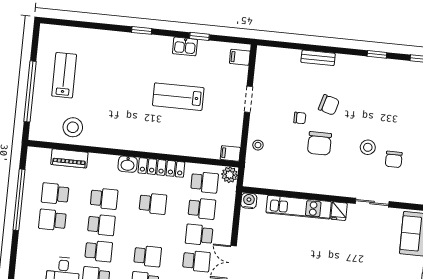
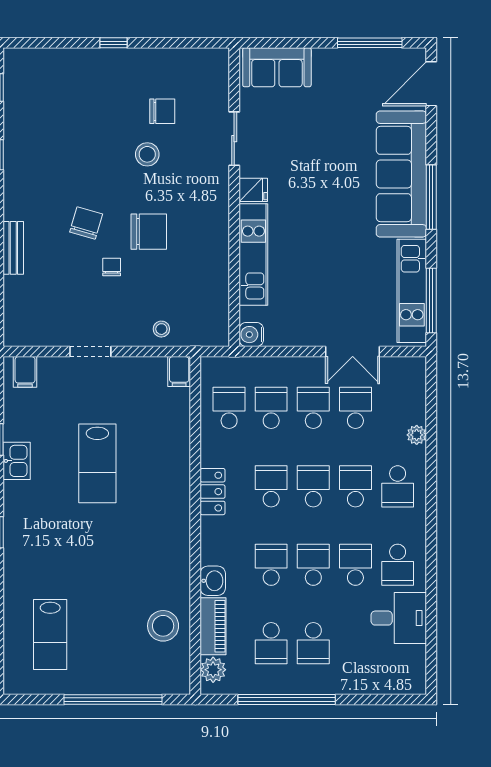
lab bench: (64, 75) -> (50, 634), moved, turned -90
washbasin: (128, 164) -> (213, 581), moved
locker: (161, 167) -> (213, 492), width x0.66
plant: (230, 175) -> (213, 670), moved
school desk: (150, 230) -> (313, 486), added
school desk: (199, 235) -> (313, 408), turned 180

